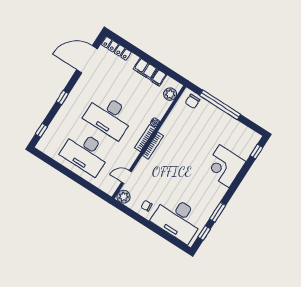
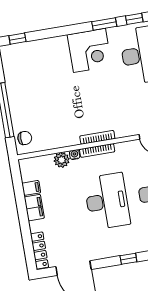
plant: (170, 94) -> (62, 160), moved
corner desk: (224, 166) -> (89, 50), moved

